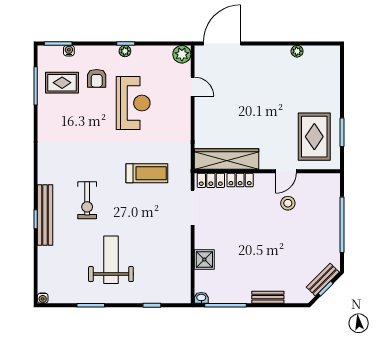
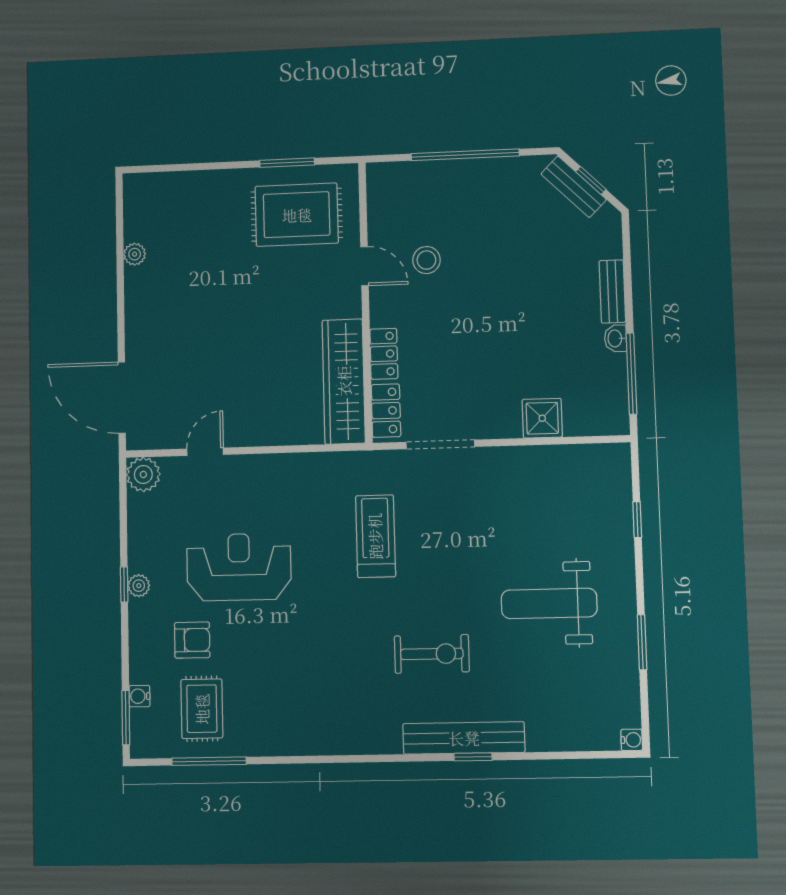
washbasin: (201, 298) -> (615, 338), moved

